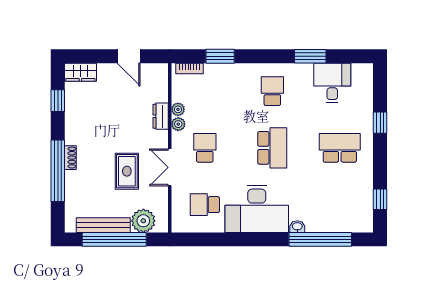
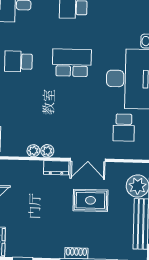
dresser: (161, 116) -> (56, 168), moved
school desk: (205, 148) -> (70, 126), removed

